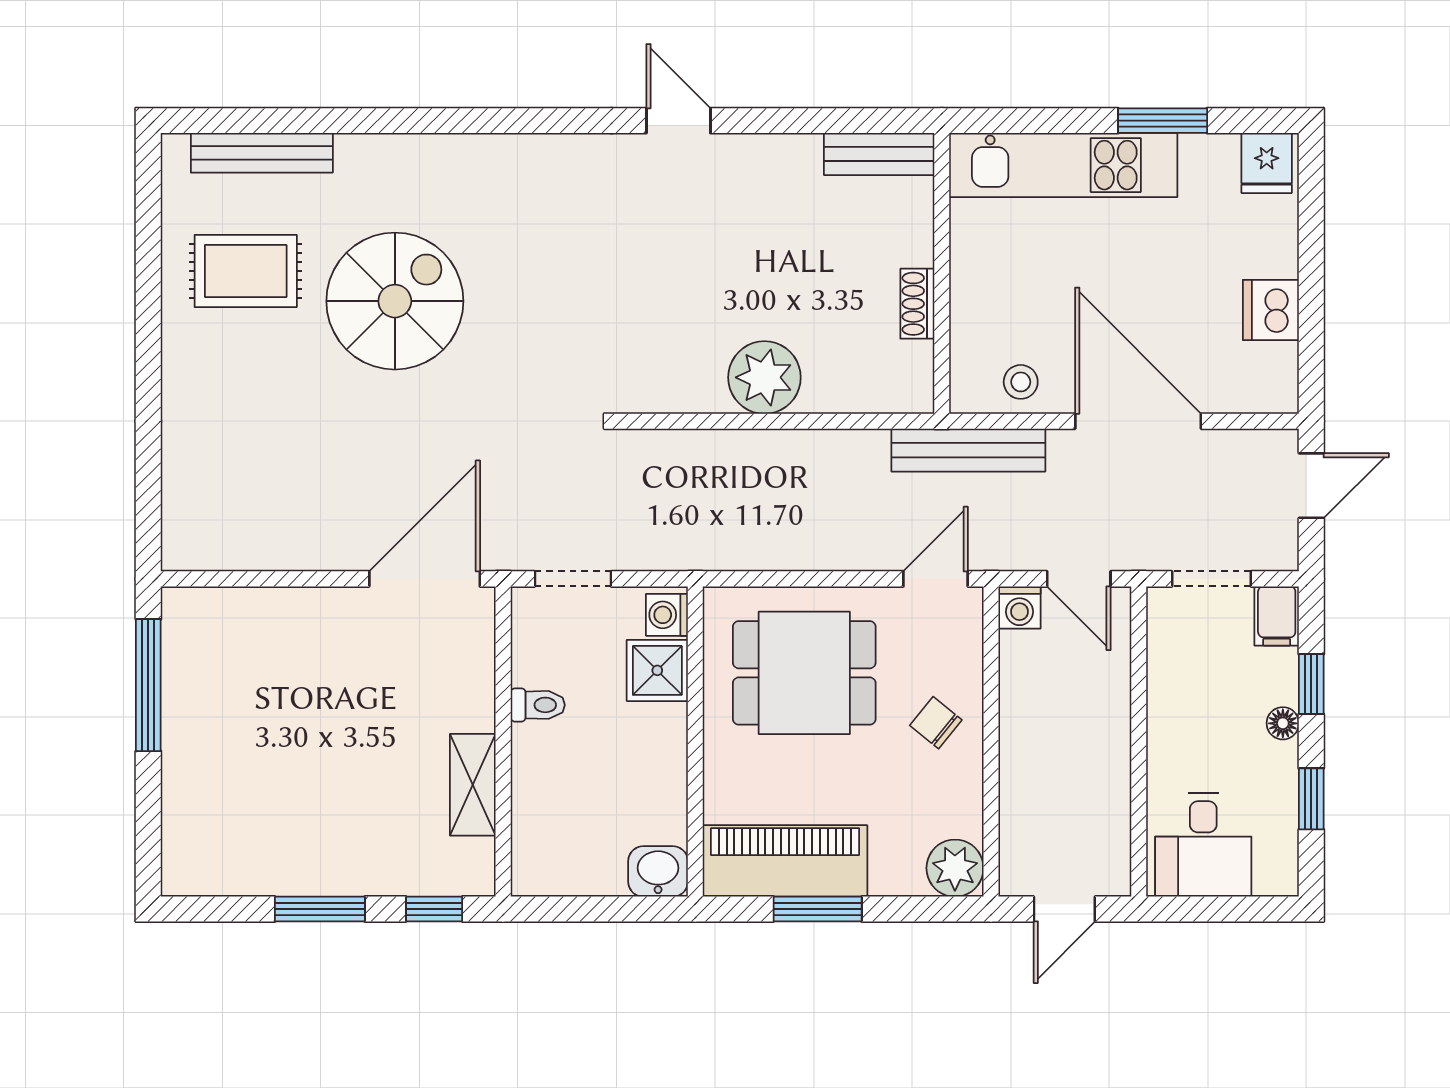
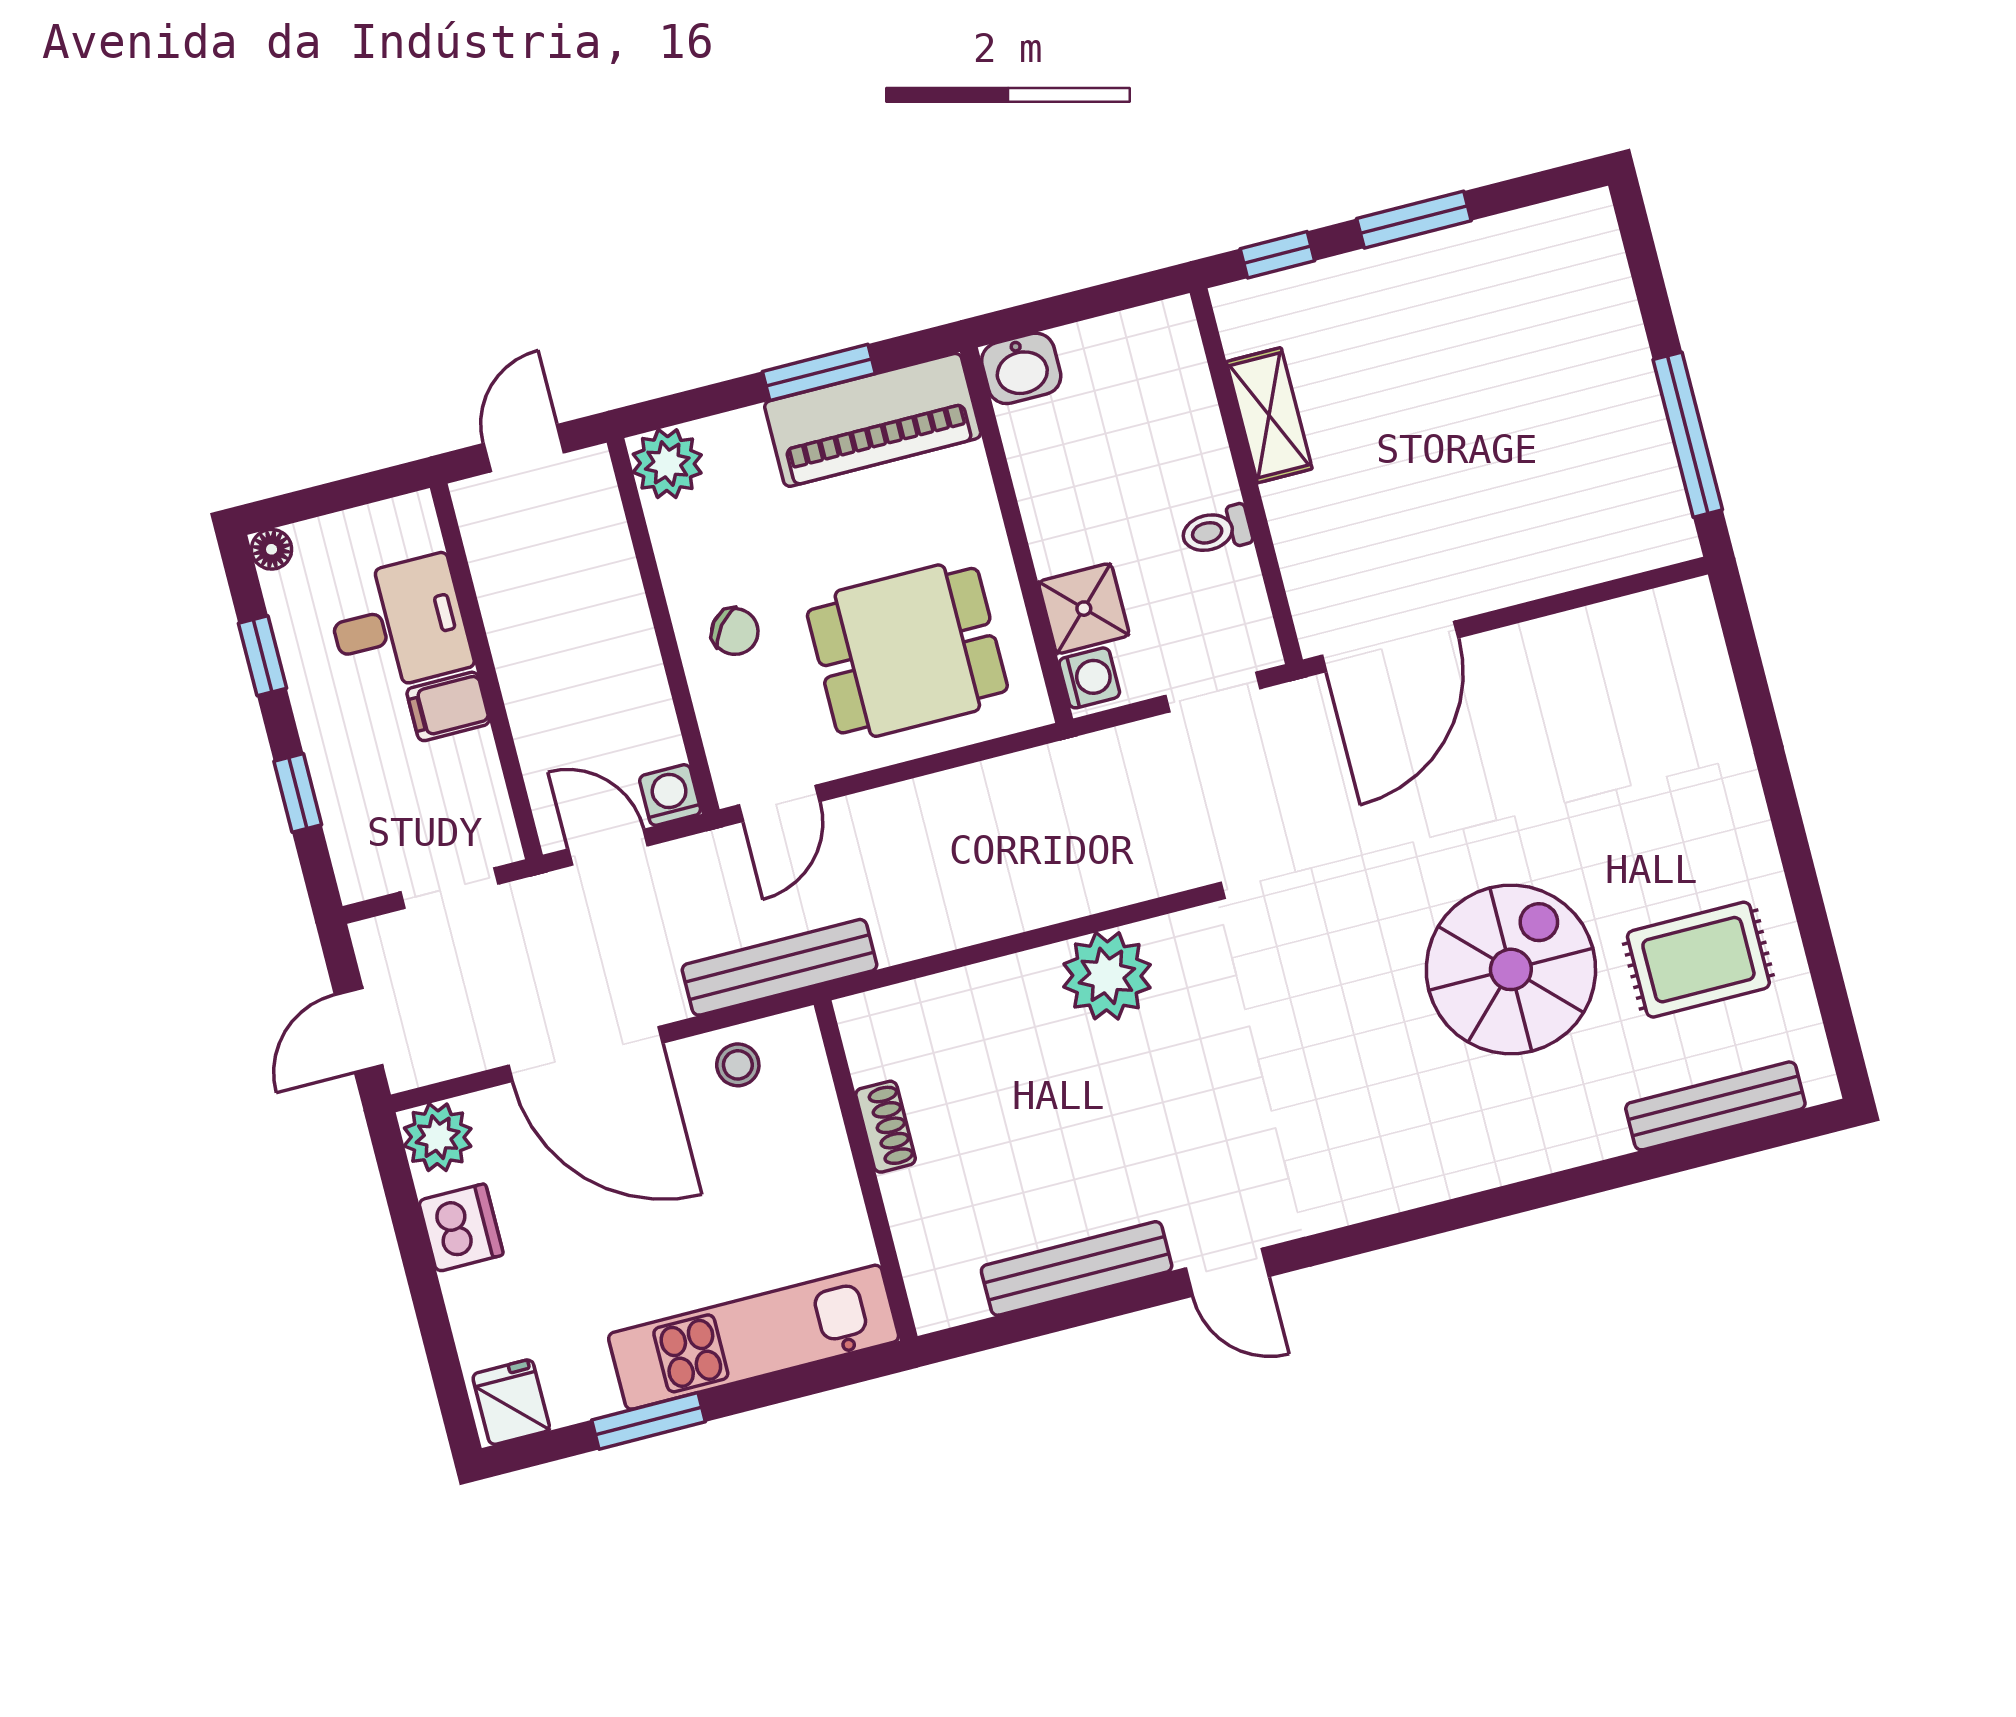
bench: (879, 154) -> (1077, 1268), moved, width x1.36
spiral stairs: (395, 301) -> (1511, 969), turned 180
plant: (764, 377) -> (1107, 976), moved
plant: (1271, 386) -> (438, 1137), added
filing cabinet: (1277, 616) -> (448, 706), moved, turned -90
floor lamp: (1283, 723) -> (272, 549), moved
desk: (1203, 845) -> (399, 624), moved, turned 90

